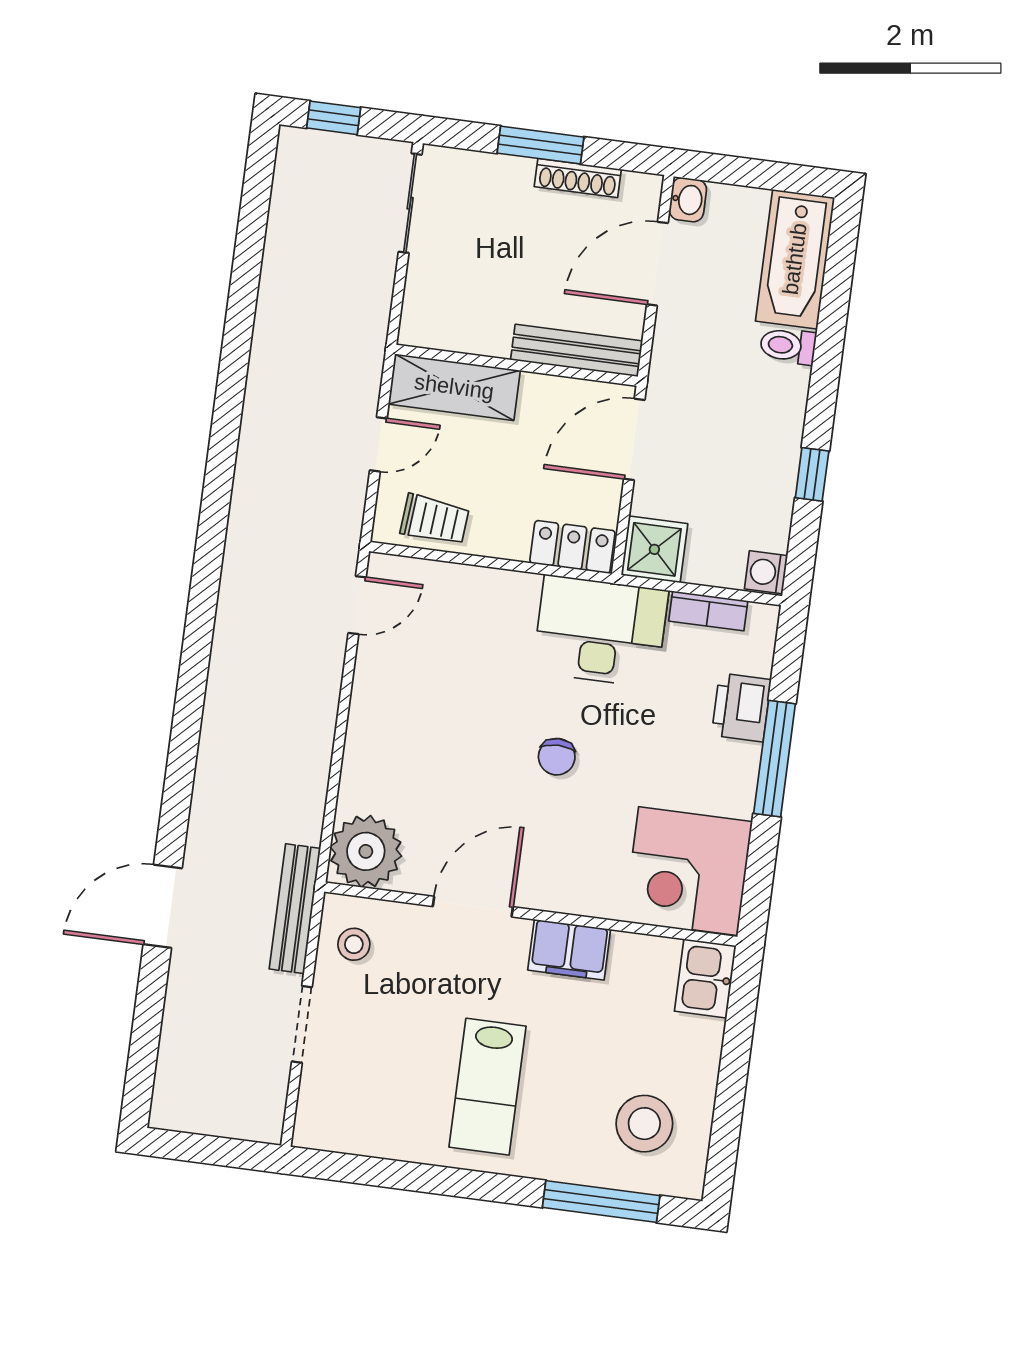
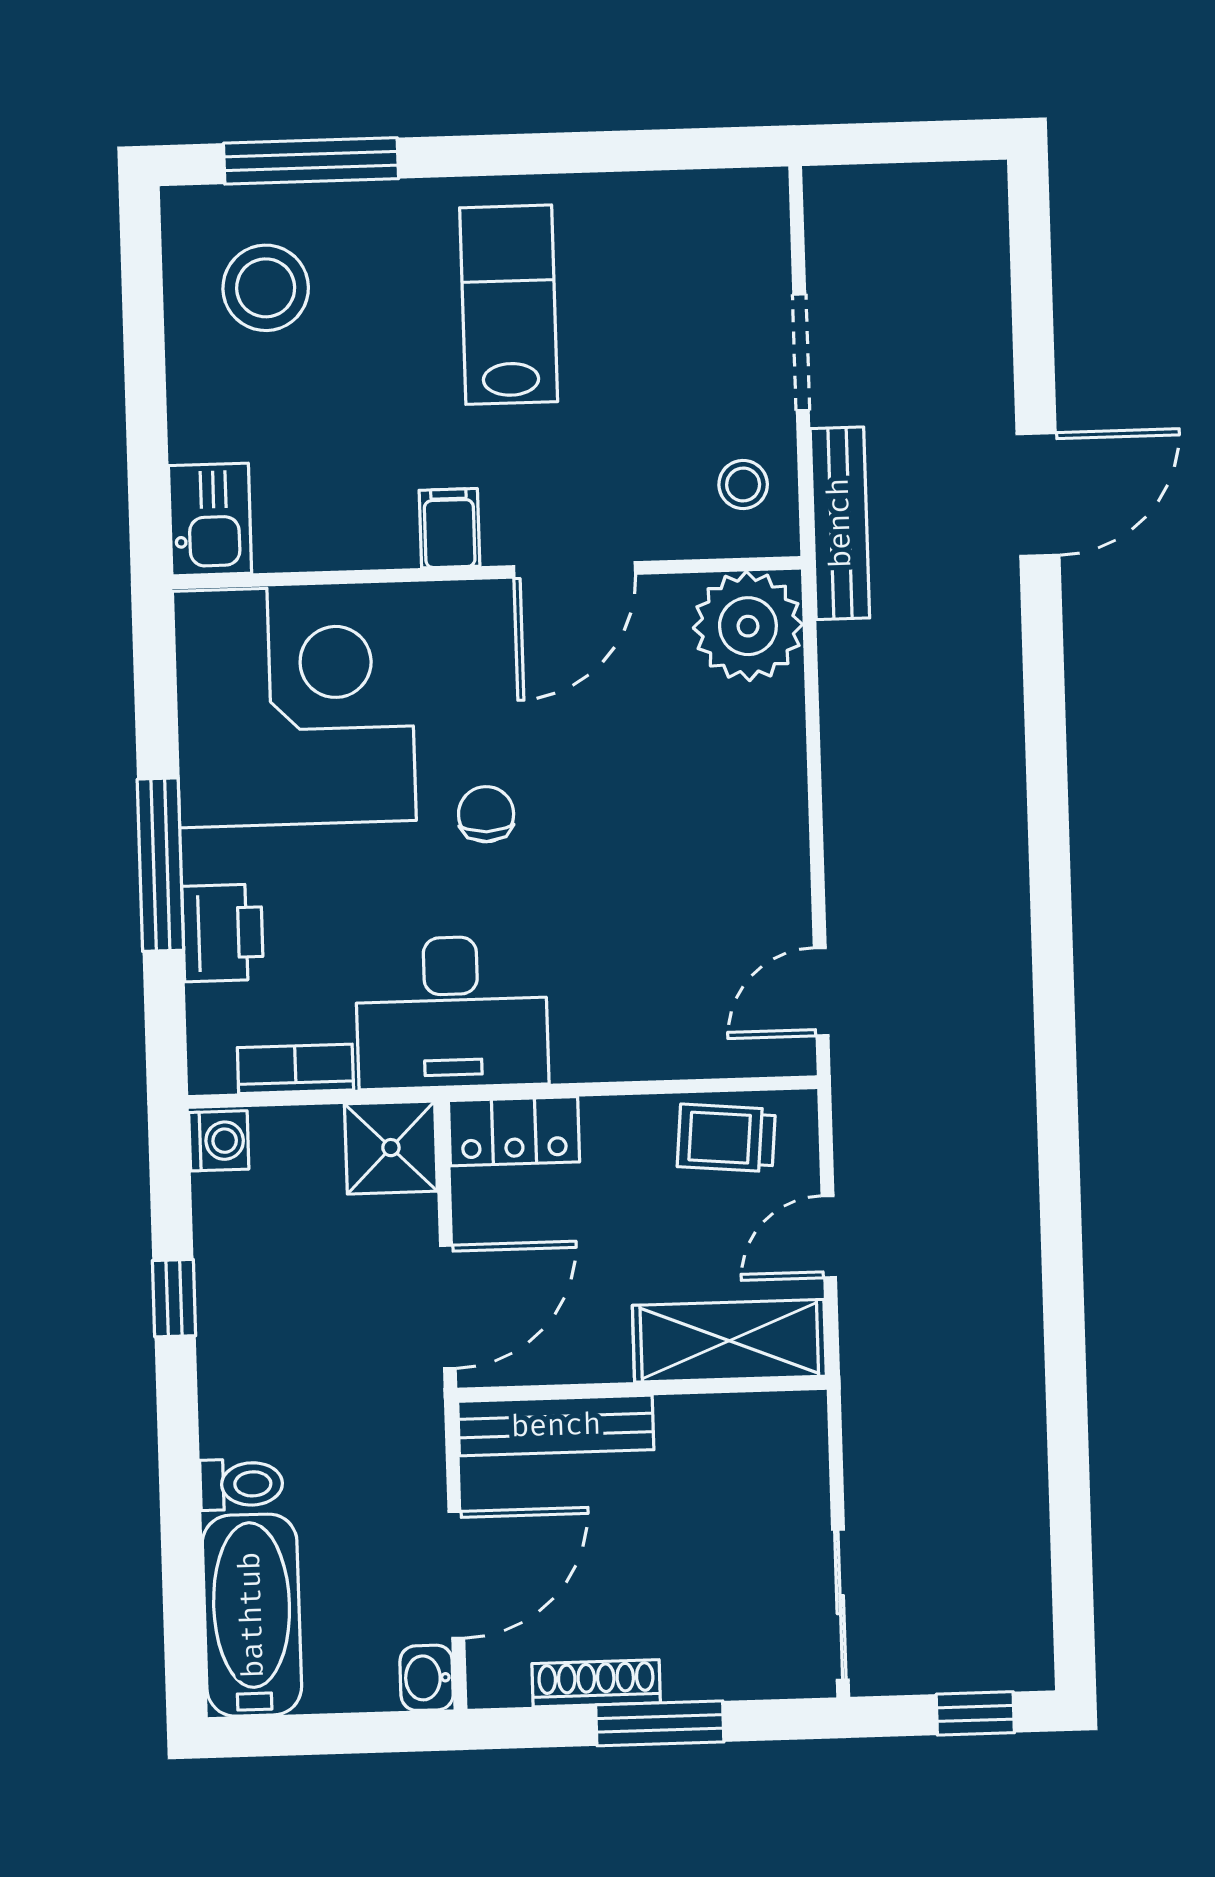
corner desk: (688, 871) -> (294, 706), width x1.36, depth x1.36
filing cabinet: (569, 950) -> (449, 528), width x0.50

